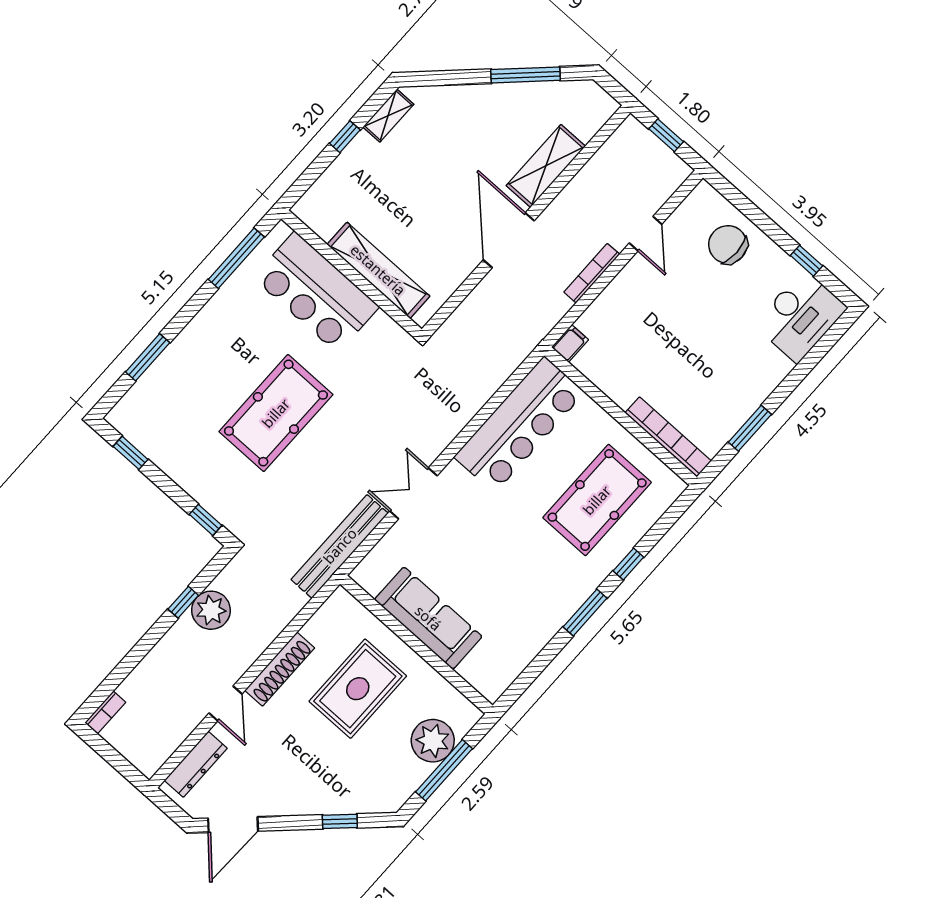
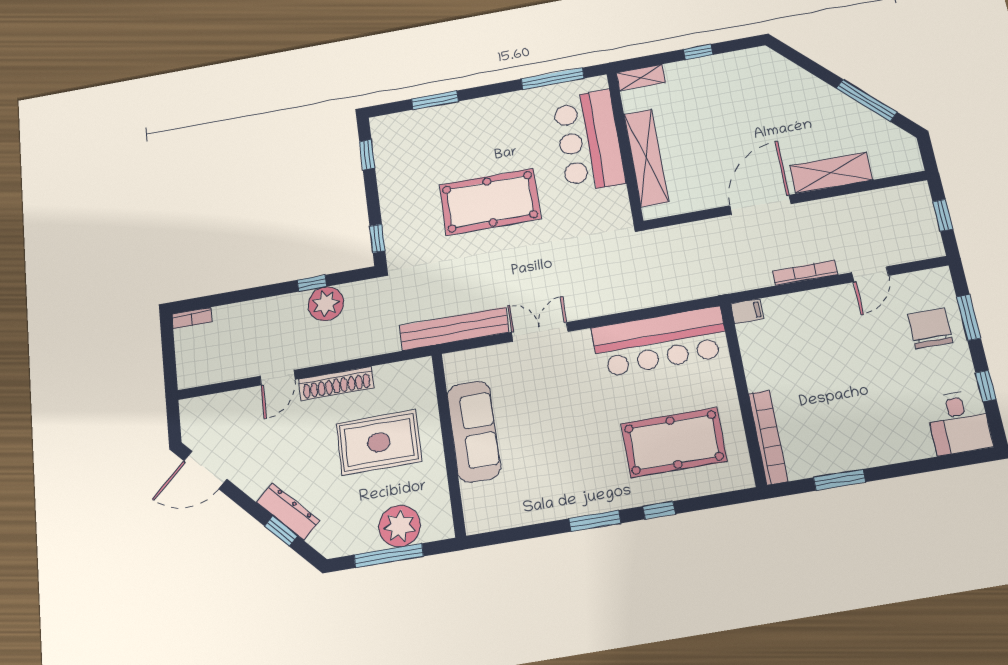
shelving: (388, 116) -> (641, 78), moved
window: (751, 211) -> (969, 317), added
desk: (800, 316) -> (959, 423), width x0.73
dresser: (196, 764) -> (288, 511), moved, turned -134

